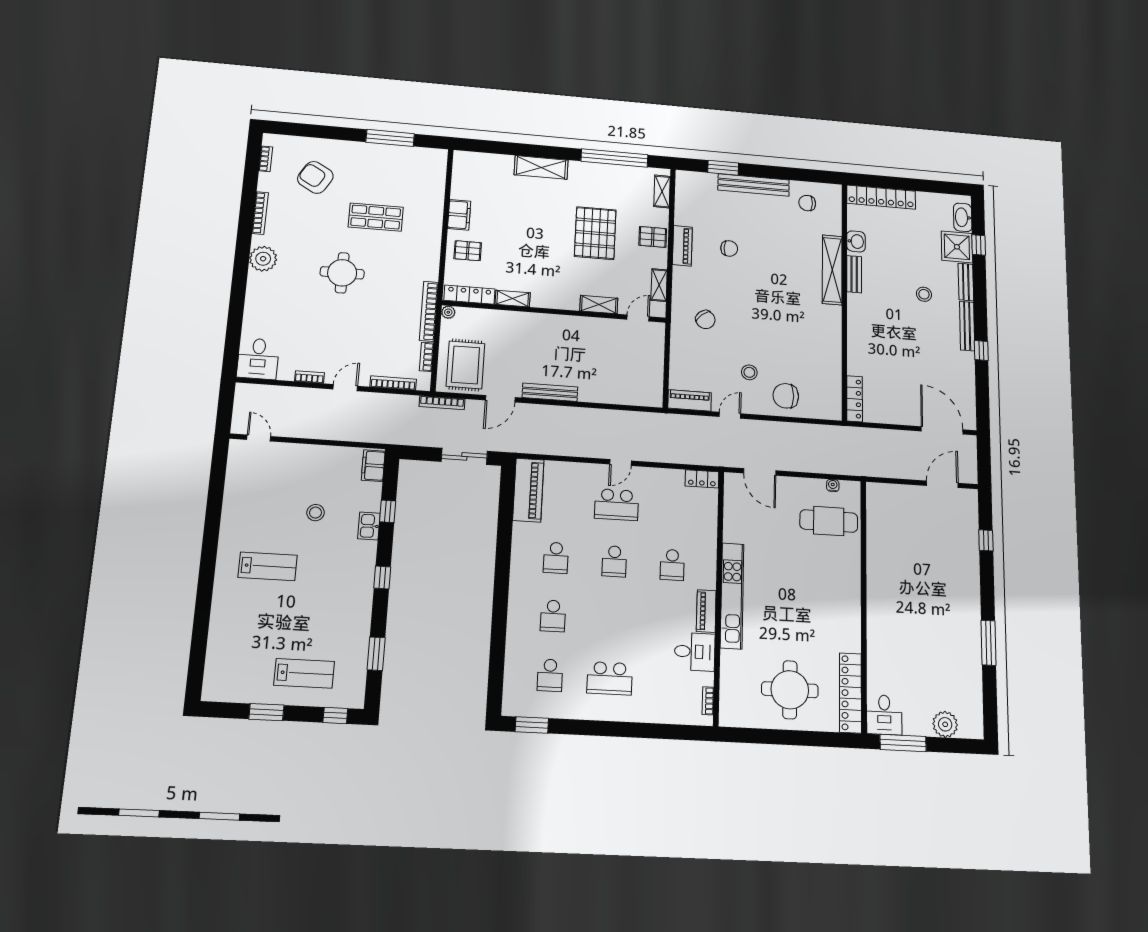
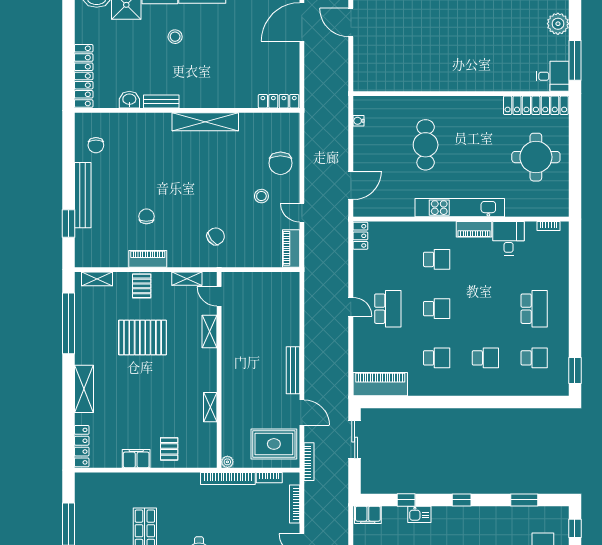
shelving: (832, 270) -> (205, 122), moved
locker: (469, 295) -> (82, 446), moved, turned 180
cafe table: (829, 521) -> (426, 145), moved

